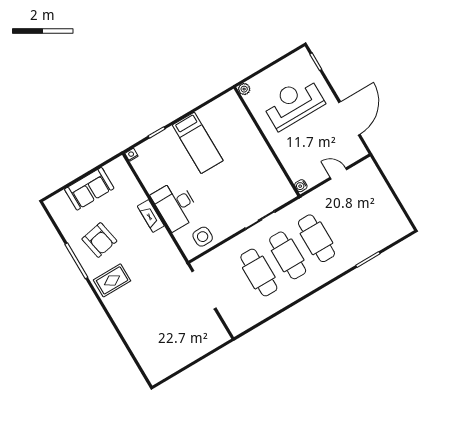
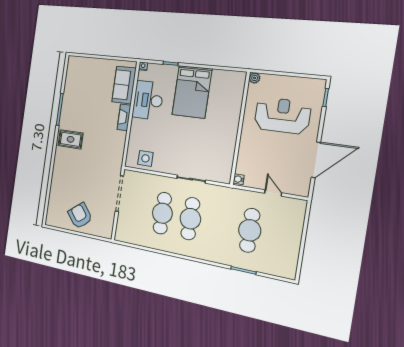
bed: (198, 143) -> (192, 92), width x1.50
sofa: (89, 189) -> (124, 85), moved, turned 90
desk: (176, 205) -> (148, 100), moved
cafe table: (316, 238) -> (250, 230), moved
armchair: (99, 240) -> (80, 216), moved, turned 153

